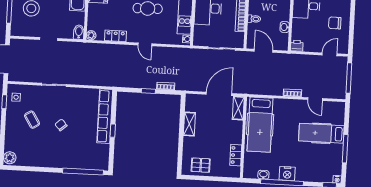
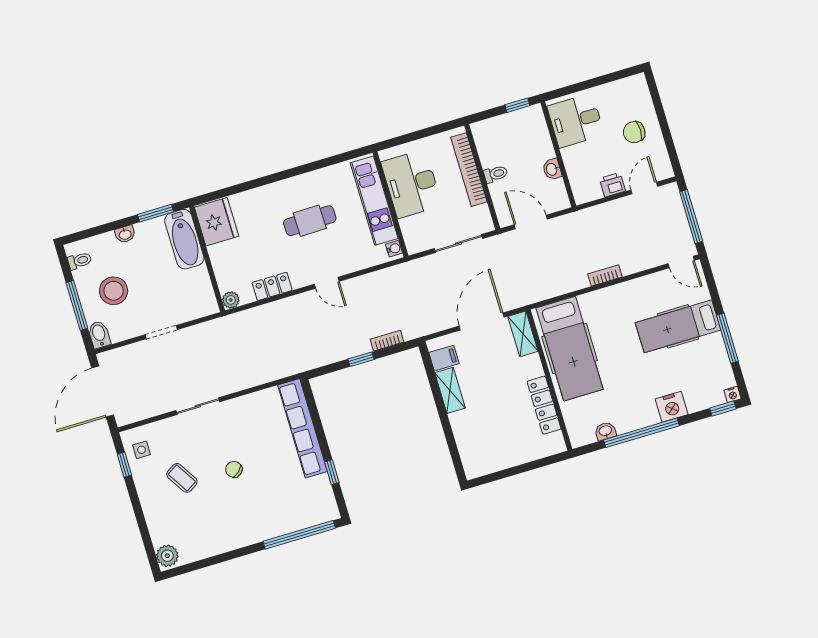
bidet: (79, 32) -> (99, 335), moved
printer: (297, 46) -> (612, 185), moved
door: (315, 99) -> (681, 262), moved
filing cabinet: (192, 106) -> (444, 358), added
window: (113, 131) -> (332, 472), moved
locker: (236, 155) -> (544, 405), width x1.53
pallet: (201, 165) -> (494, 453), removed
nightstand: (287, 174) -> (672, 407), moved

